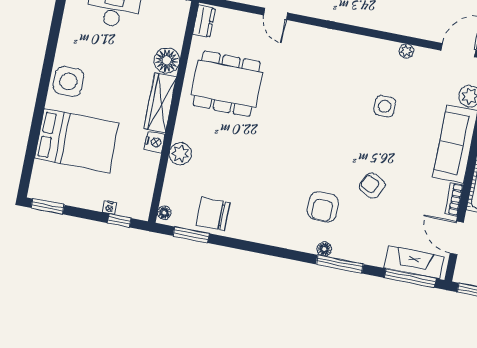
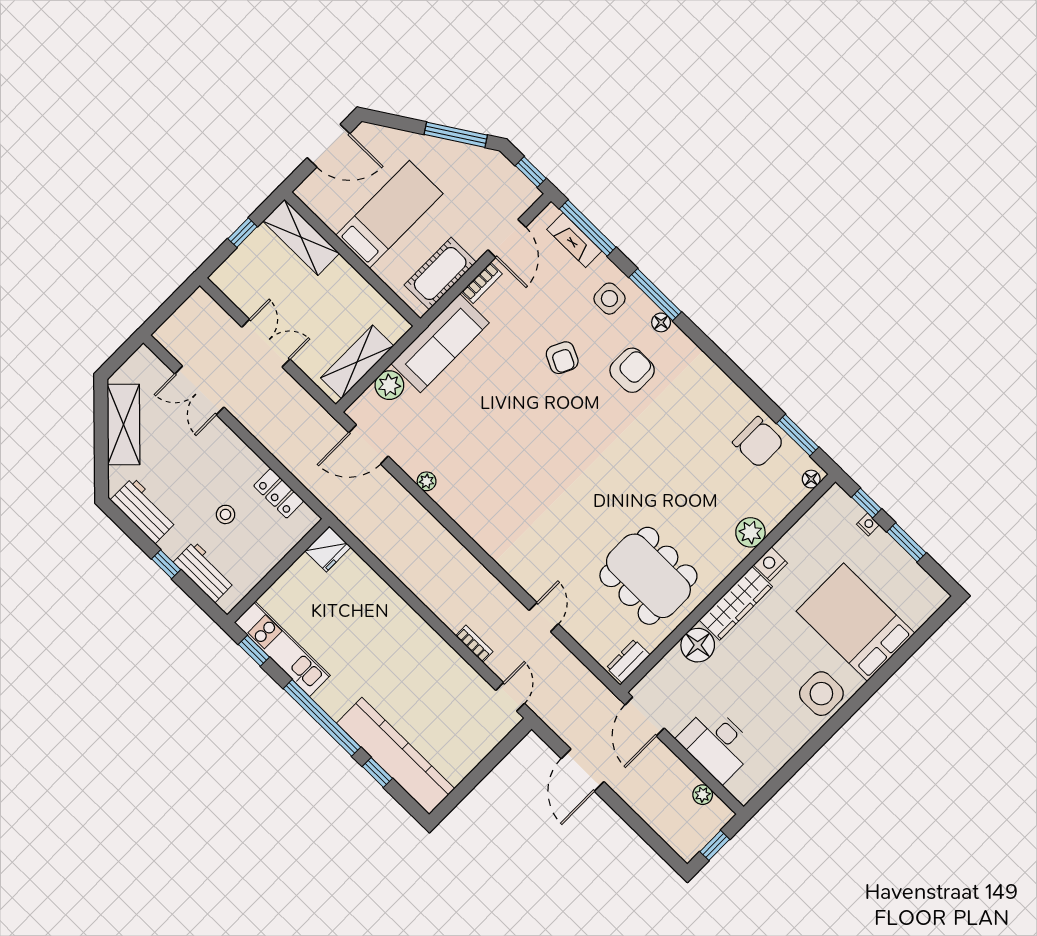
side table: (385, 106) -> (609, 299), moved
window: (48, 206) -> (906, 542), moved
fireplace: (414, 262) -> (574, 240), width x0.73, depth x0.76

